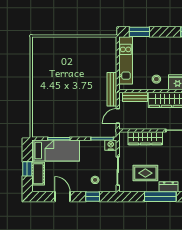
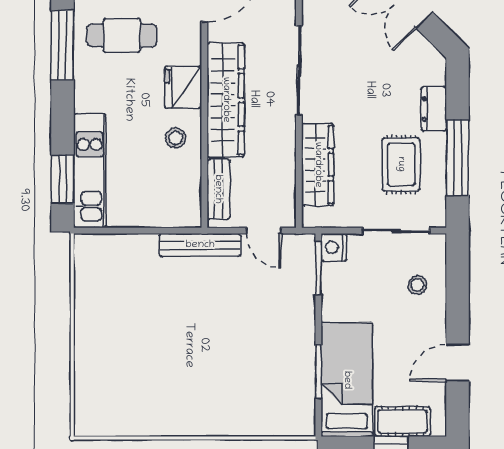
kitchen unit: (126, 60) -> (90, 171), moved, turned 90
window: (93, 197) -> (457, 291), removed
window: (160, 197) -> (457, 158), moved

